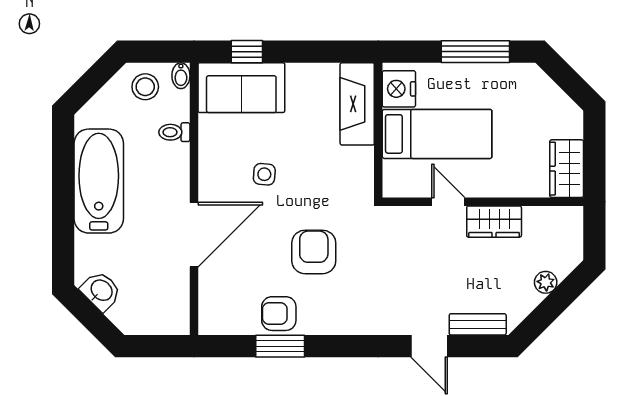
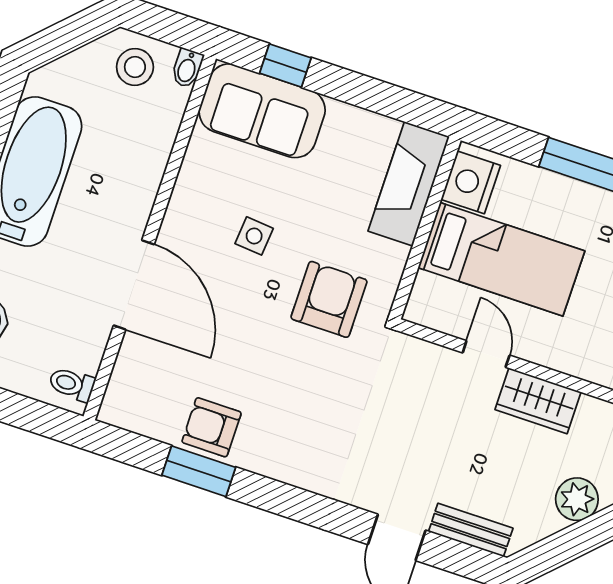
toilet: (174, 132) -> (72, 384), moved
door: (194, 235) -> (134, 285), hinge flipped
armchair: (314, 252) -> (329, 299), moved
plant: (546, 282) -> (577, 499), width x1.38, depth x1.38

